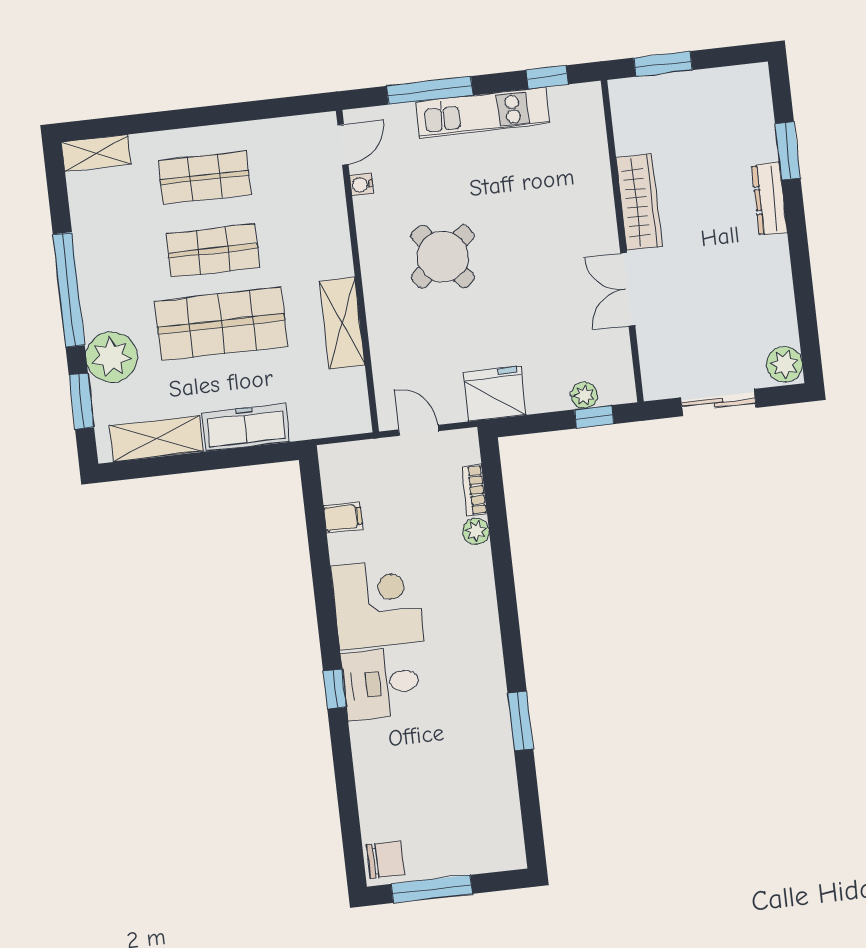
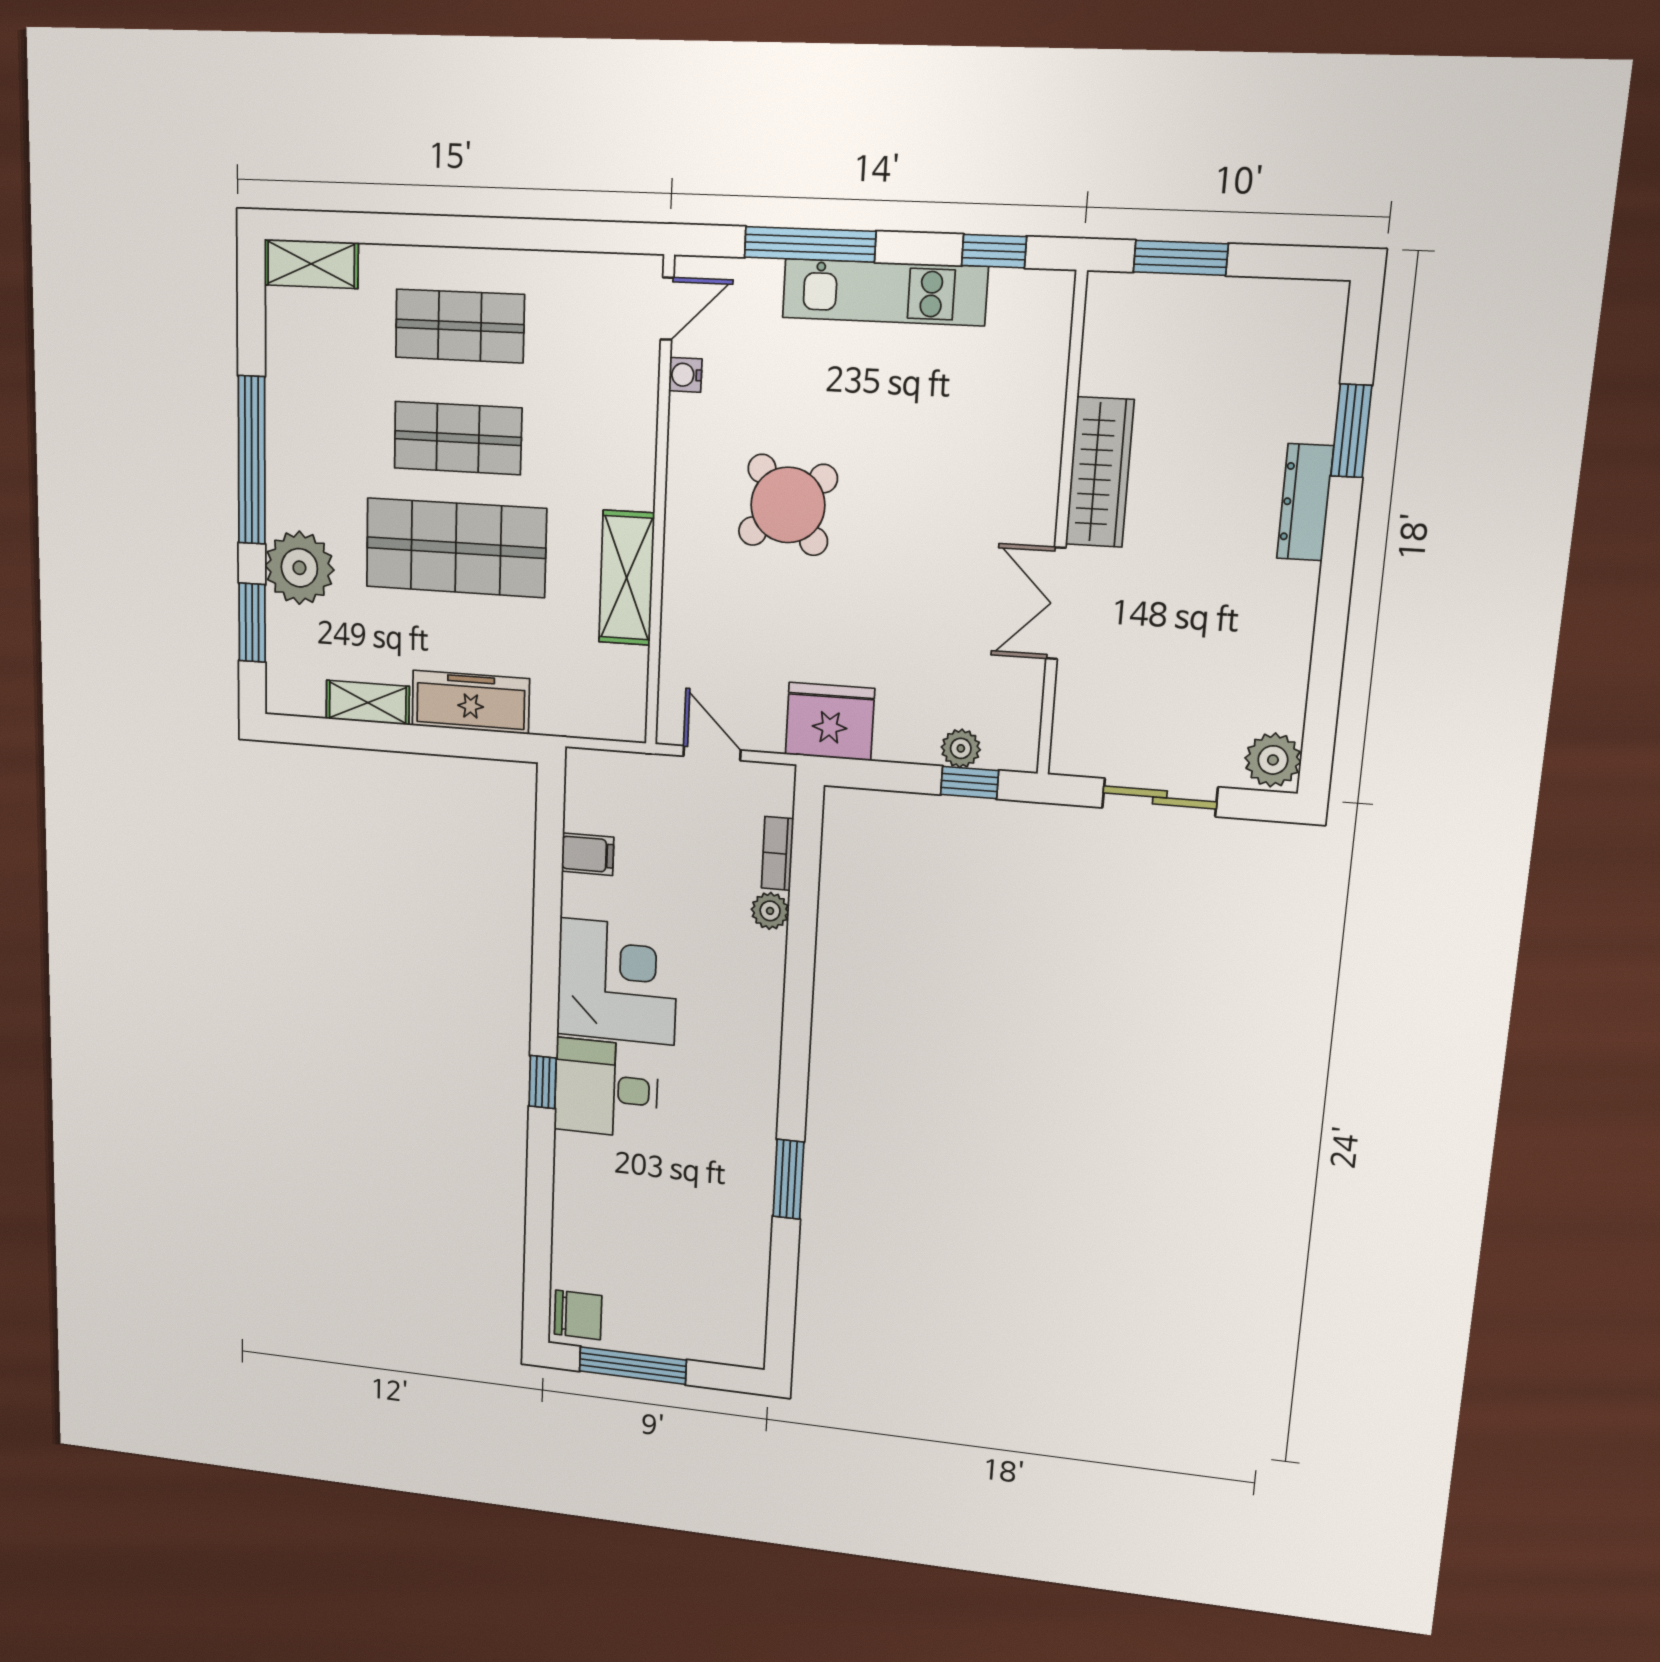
shelving: (156, 439) -> (368, 703), width x0.67, depth x0.75

